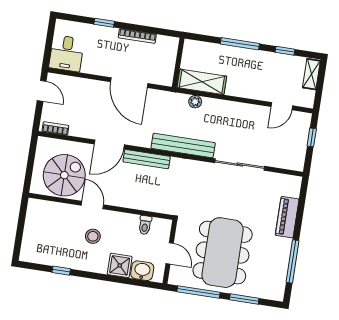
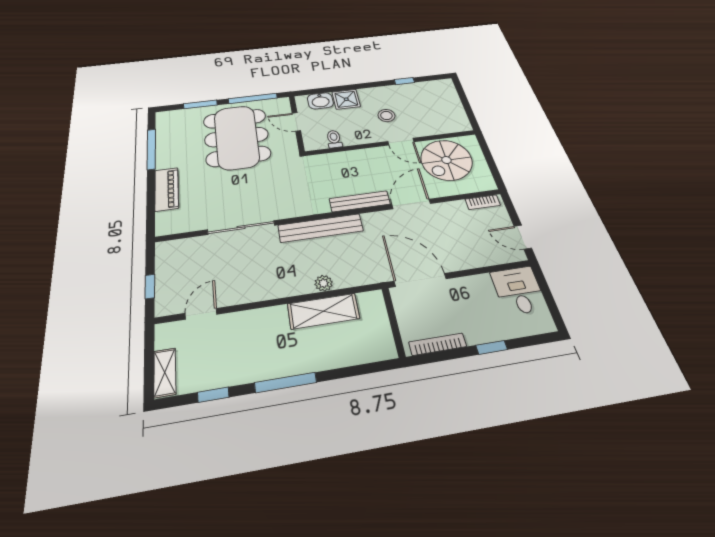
wall: (178, 63) -> (393, 322), moved

